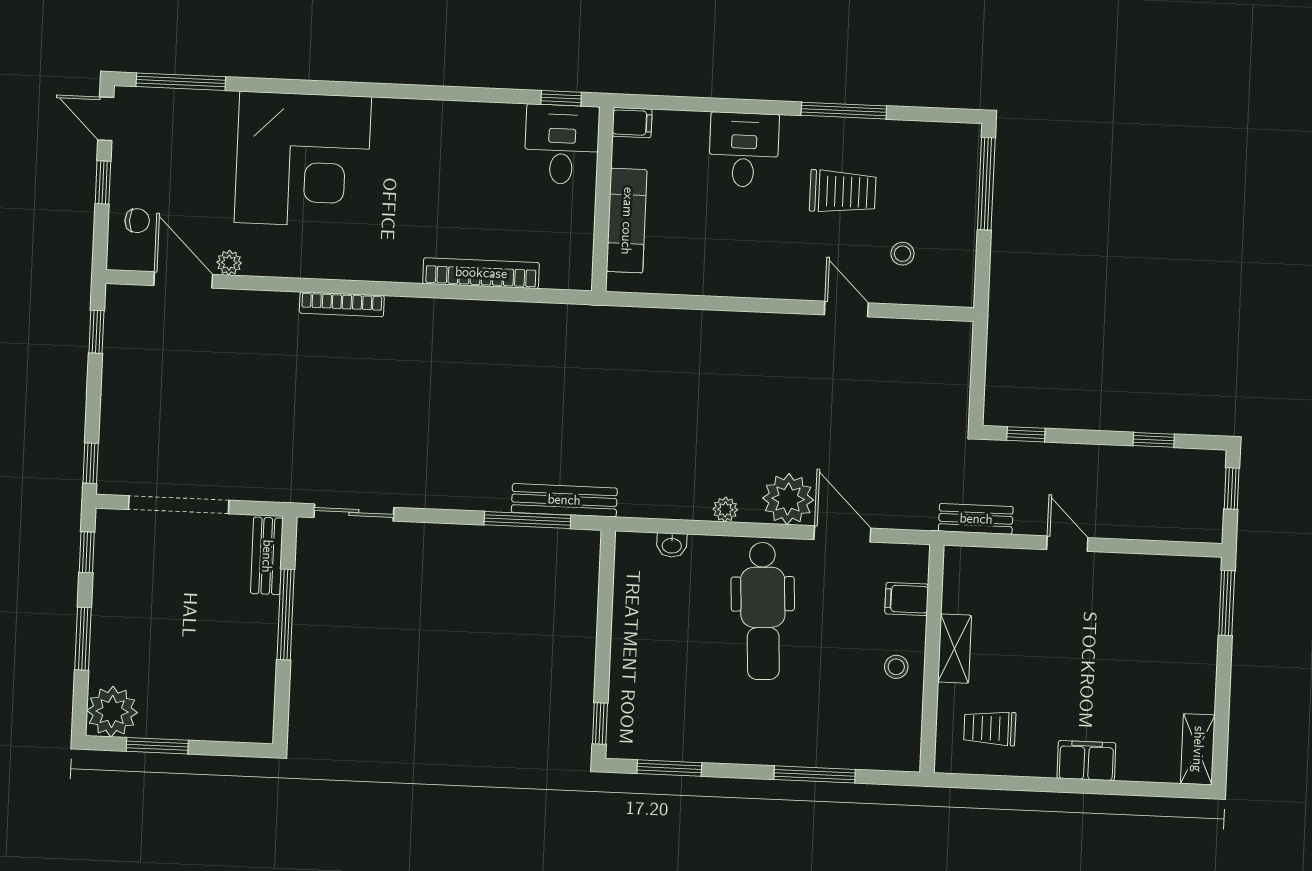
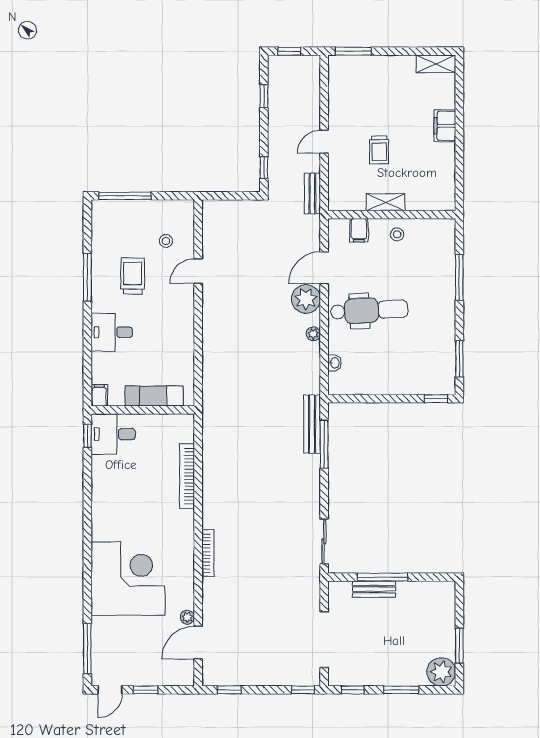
chair: (137, 221) -> (166, 670), removed
bench: (267, 556) -> (374, 589), moved
trolley: (990, 728) -> (379, 150), moved

